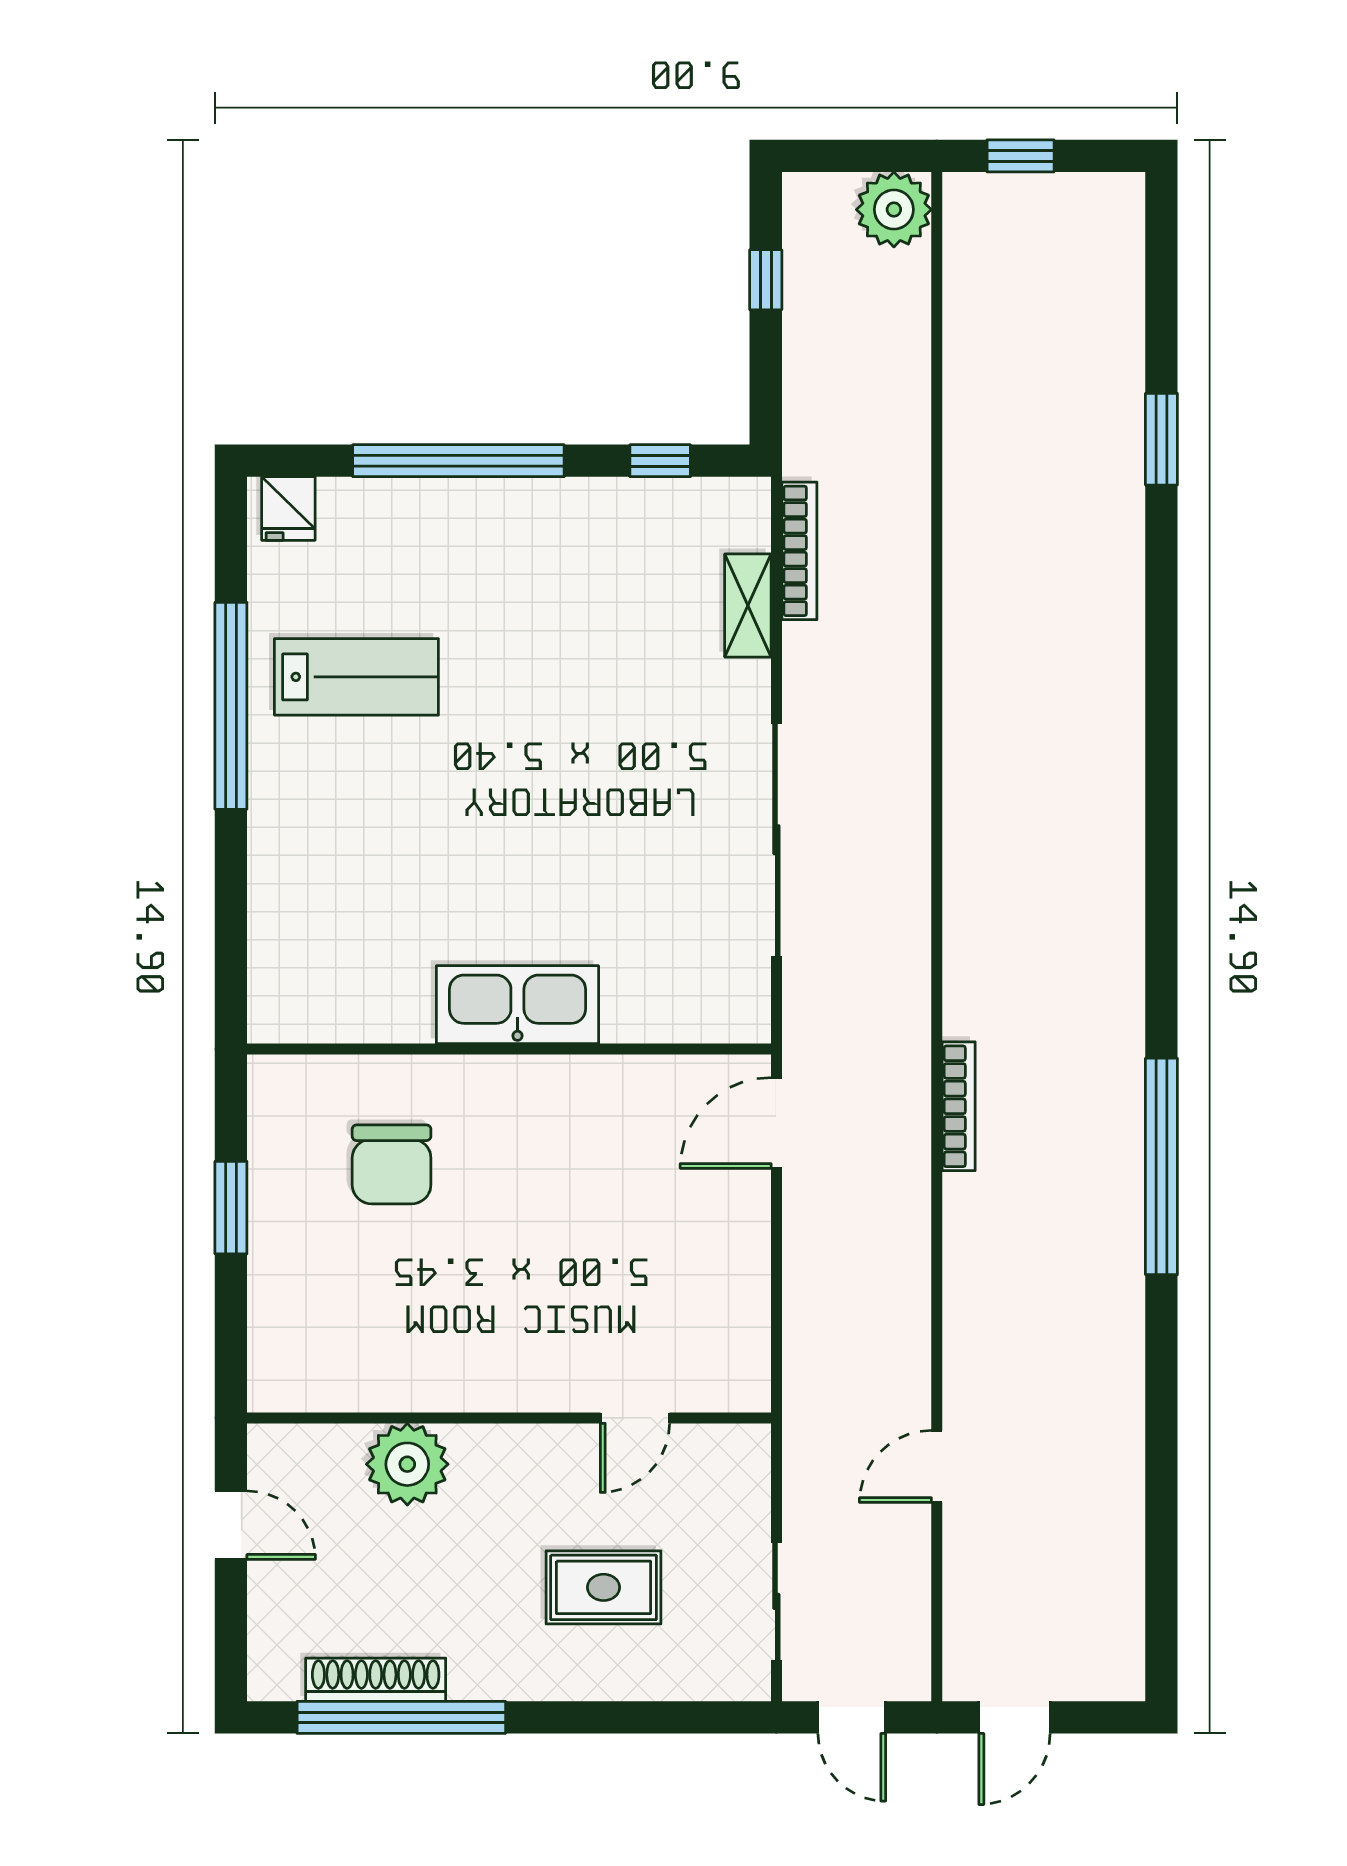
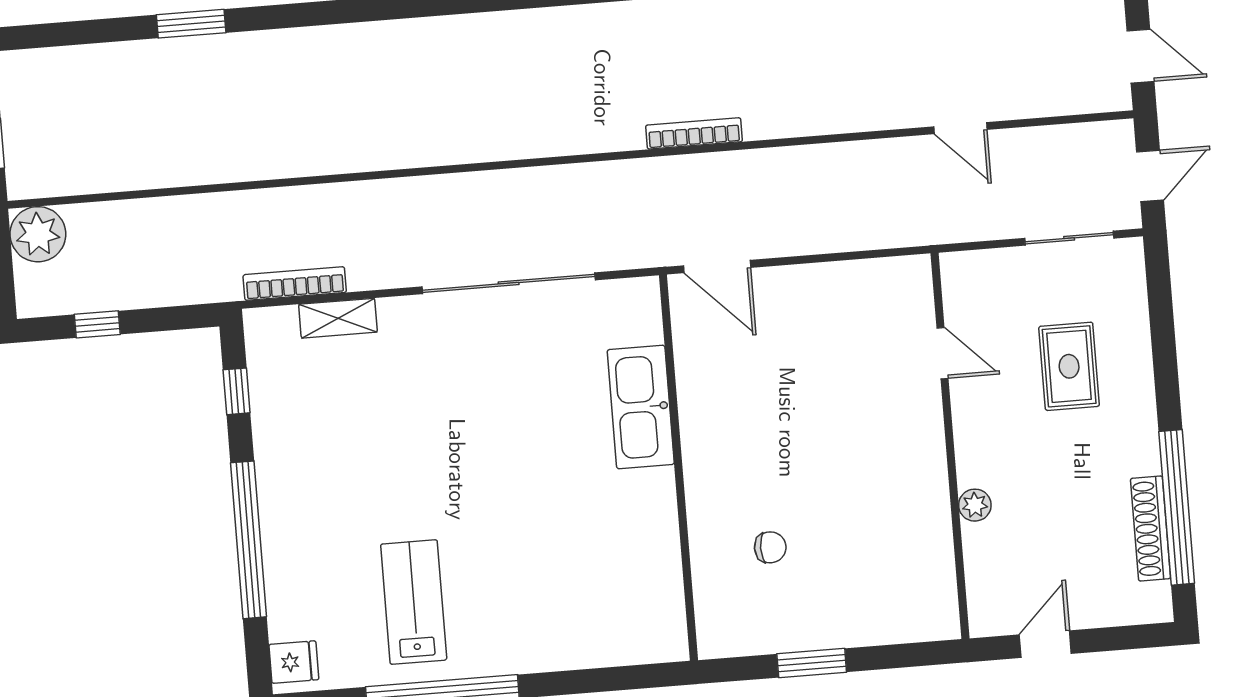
kitchen sink: (517, 1005) -> (641, 407), moved
chair: (392, 1164) -> (770, 547), width x0.54, depth x0.54
plant: (407, 1464) -> (975, 505), width x0.53, depth x0.53

